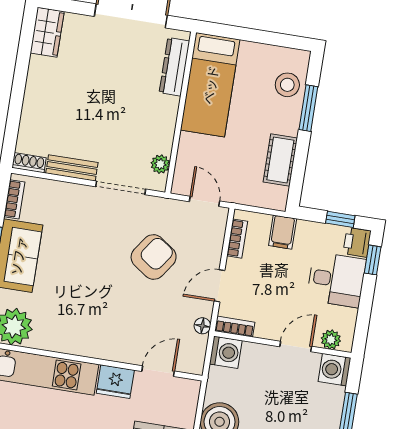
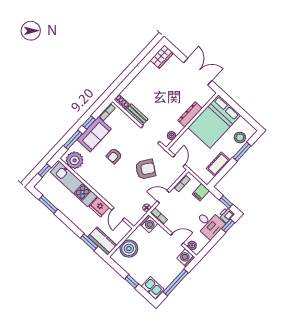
dresser: (174, 67) -> (190, 114), moved
bed: (210, 85) -> (214, 121), width x1.50
armchair: (80, 271) -> (114, 156), added
door: (158, 371) -> (118, 214), swing flipped

